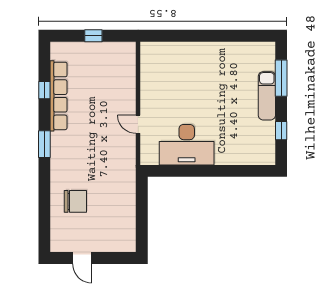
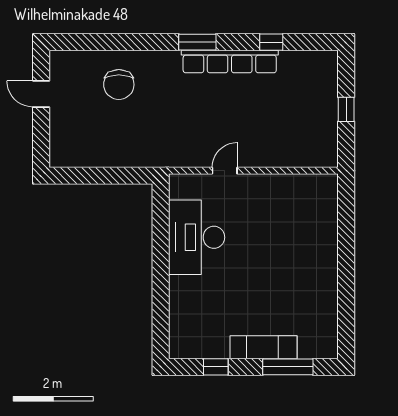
row of seats: (59, 96) -> (230, 61), moved
door: (82, 258) -> (41, 94), hinge flipped

